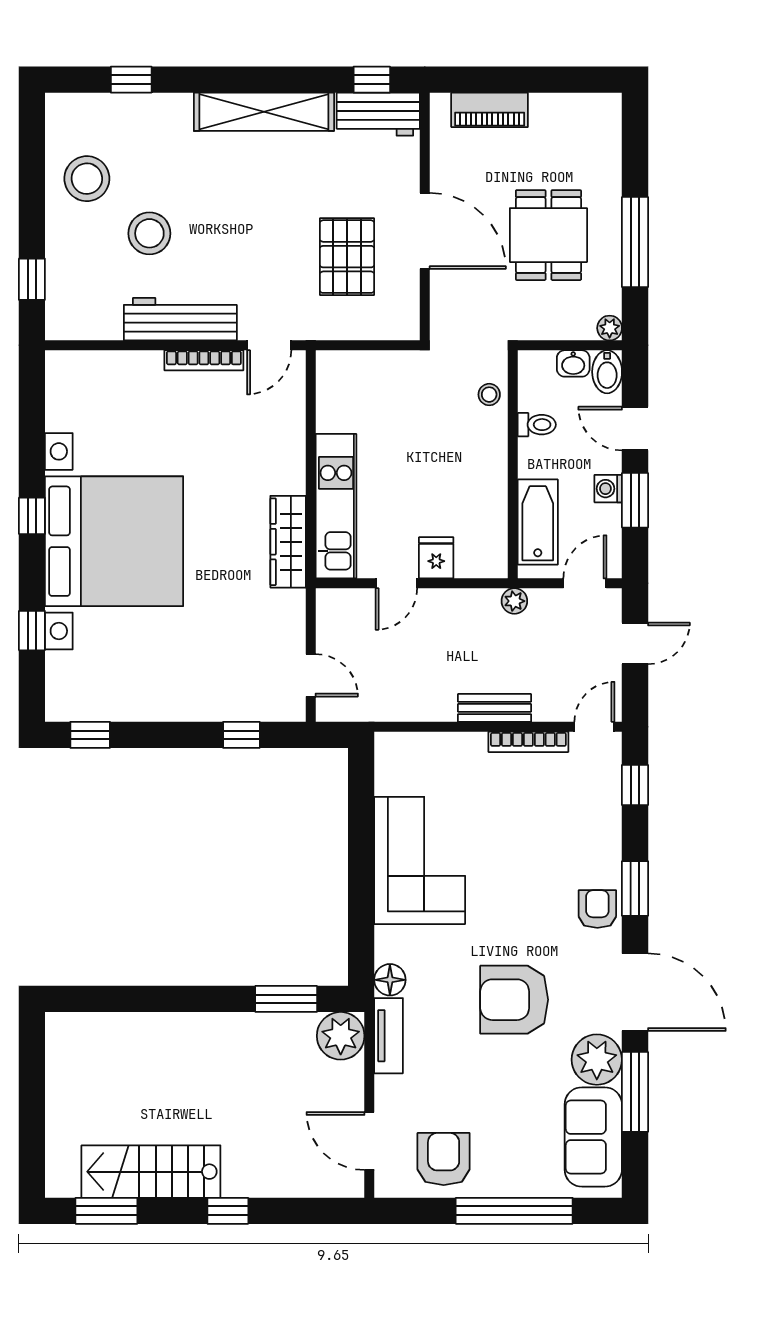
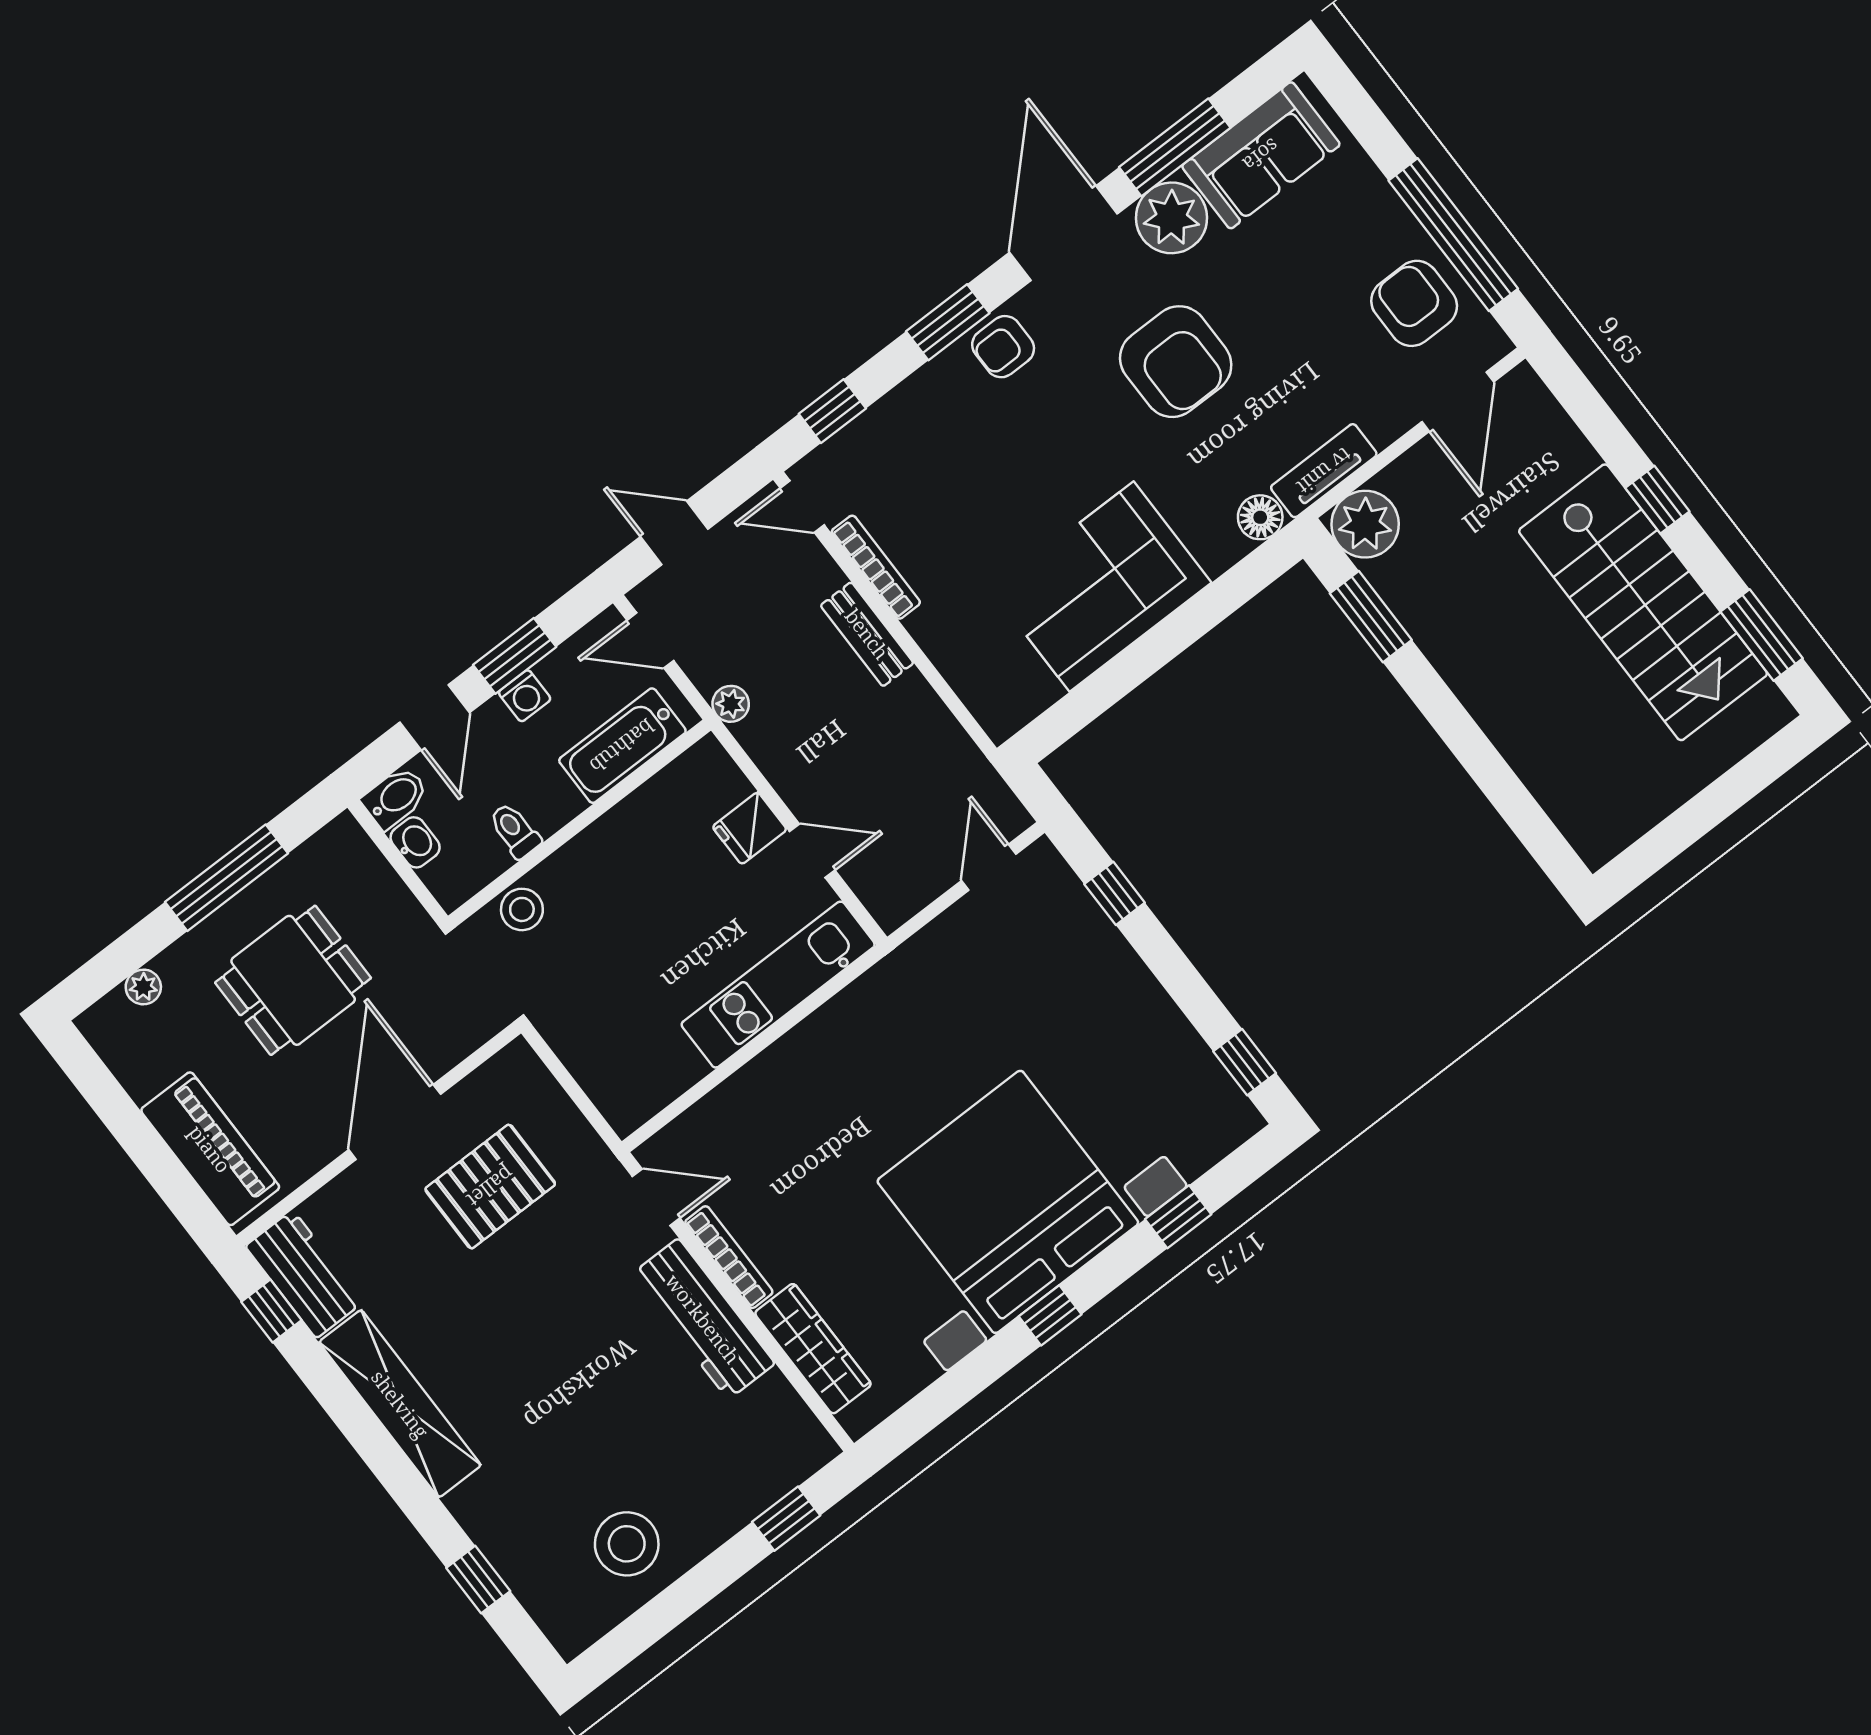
piano: (490, 110) -> (210, 1149), width x1.37, depth x1.33
stool: (149, 233) -> (634, 1427), removed
plant: (610, 328) -> (143, 987), moved
stool: (489, 395) -> (522, 909), width x1.37, depth x1.37
wardrobe: (288, 542) -> (813, 1349), moved, turned -90
armchair: (444, 1159) -> (1414, 303), turned 90
stairs: (151, 1172) -> (1643, 602), width x1.36, depth x1.51
window: (514, 1211) -> (1453, 235), moved

